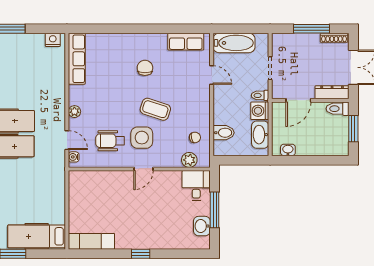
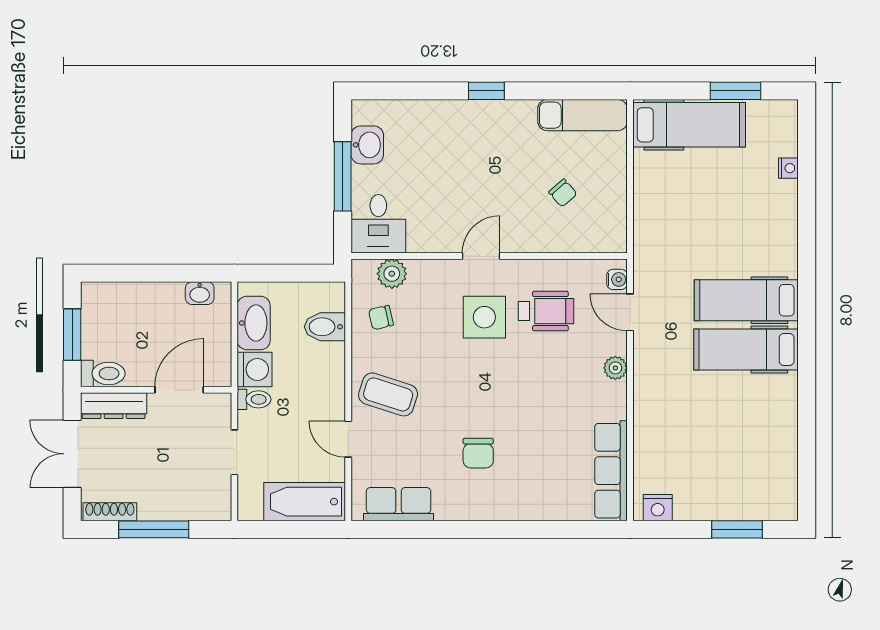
coffee table: (155, 109) -> (388, 394), moved
chair: (101, 201) -> (563, 193), added

